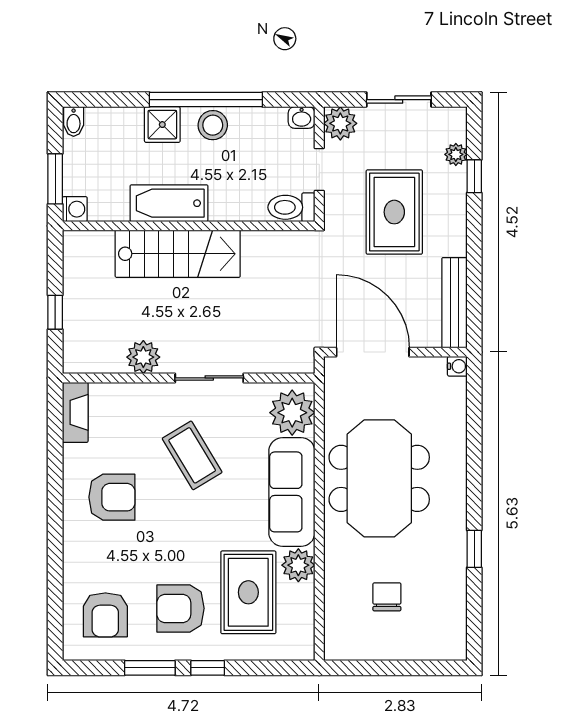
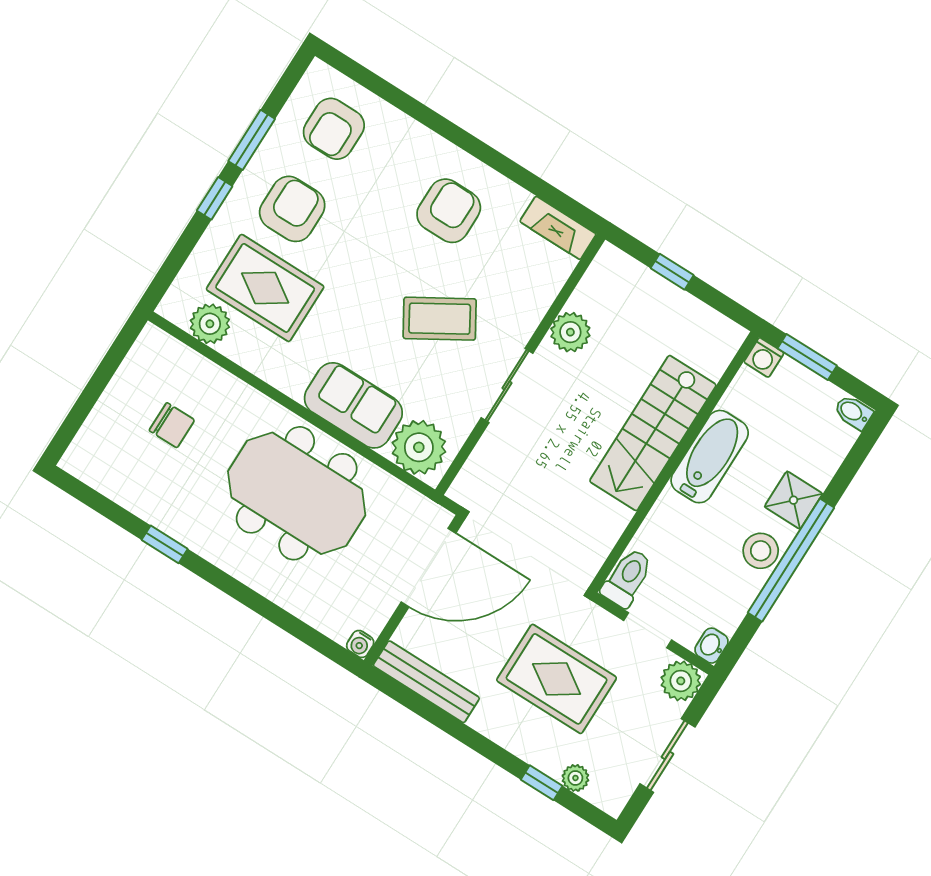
sofa: (292, 492) -> (353, 405), width x0.73
armchair: (112, 497) -> (449, 211), turned 180
plant: (298, 565) -> (210, 324), moved
armchair: (105, 615) -> (334, 129), turned -90

